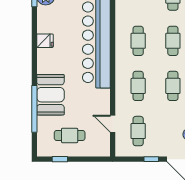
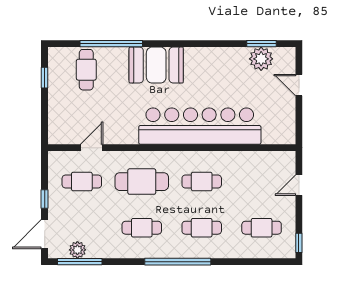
fridge: (45, 41) -> (202, 58), removed
cafe table: (138, 86) -> (142, 182), width x1.37, depth x1.35
booth: (50, 95) -> (156, 65), moved
cafe table: (70, 135) -> (86, 70), moved

